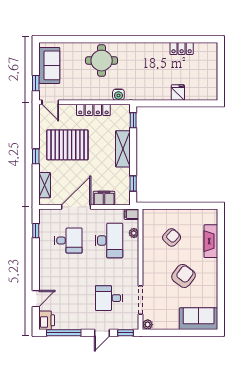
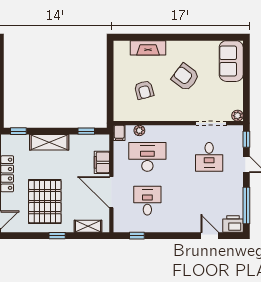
armchair: (172, 237) -> (144, 90), turned -148

